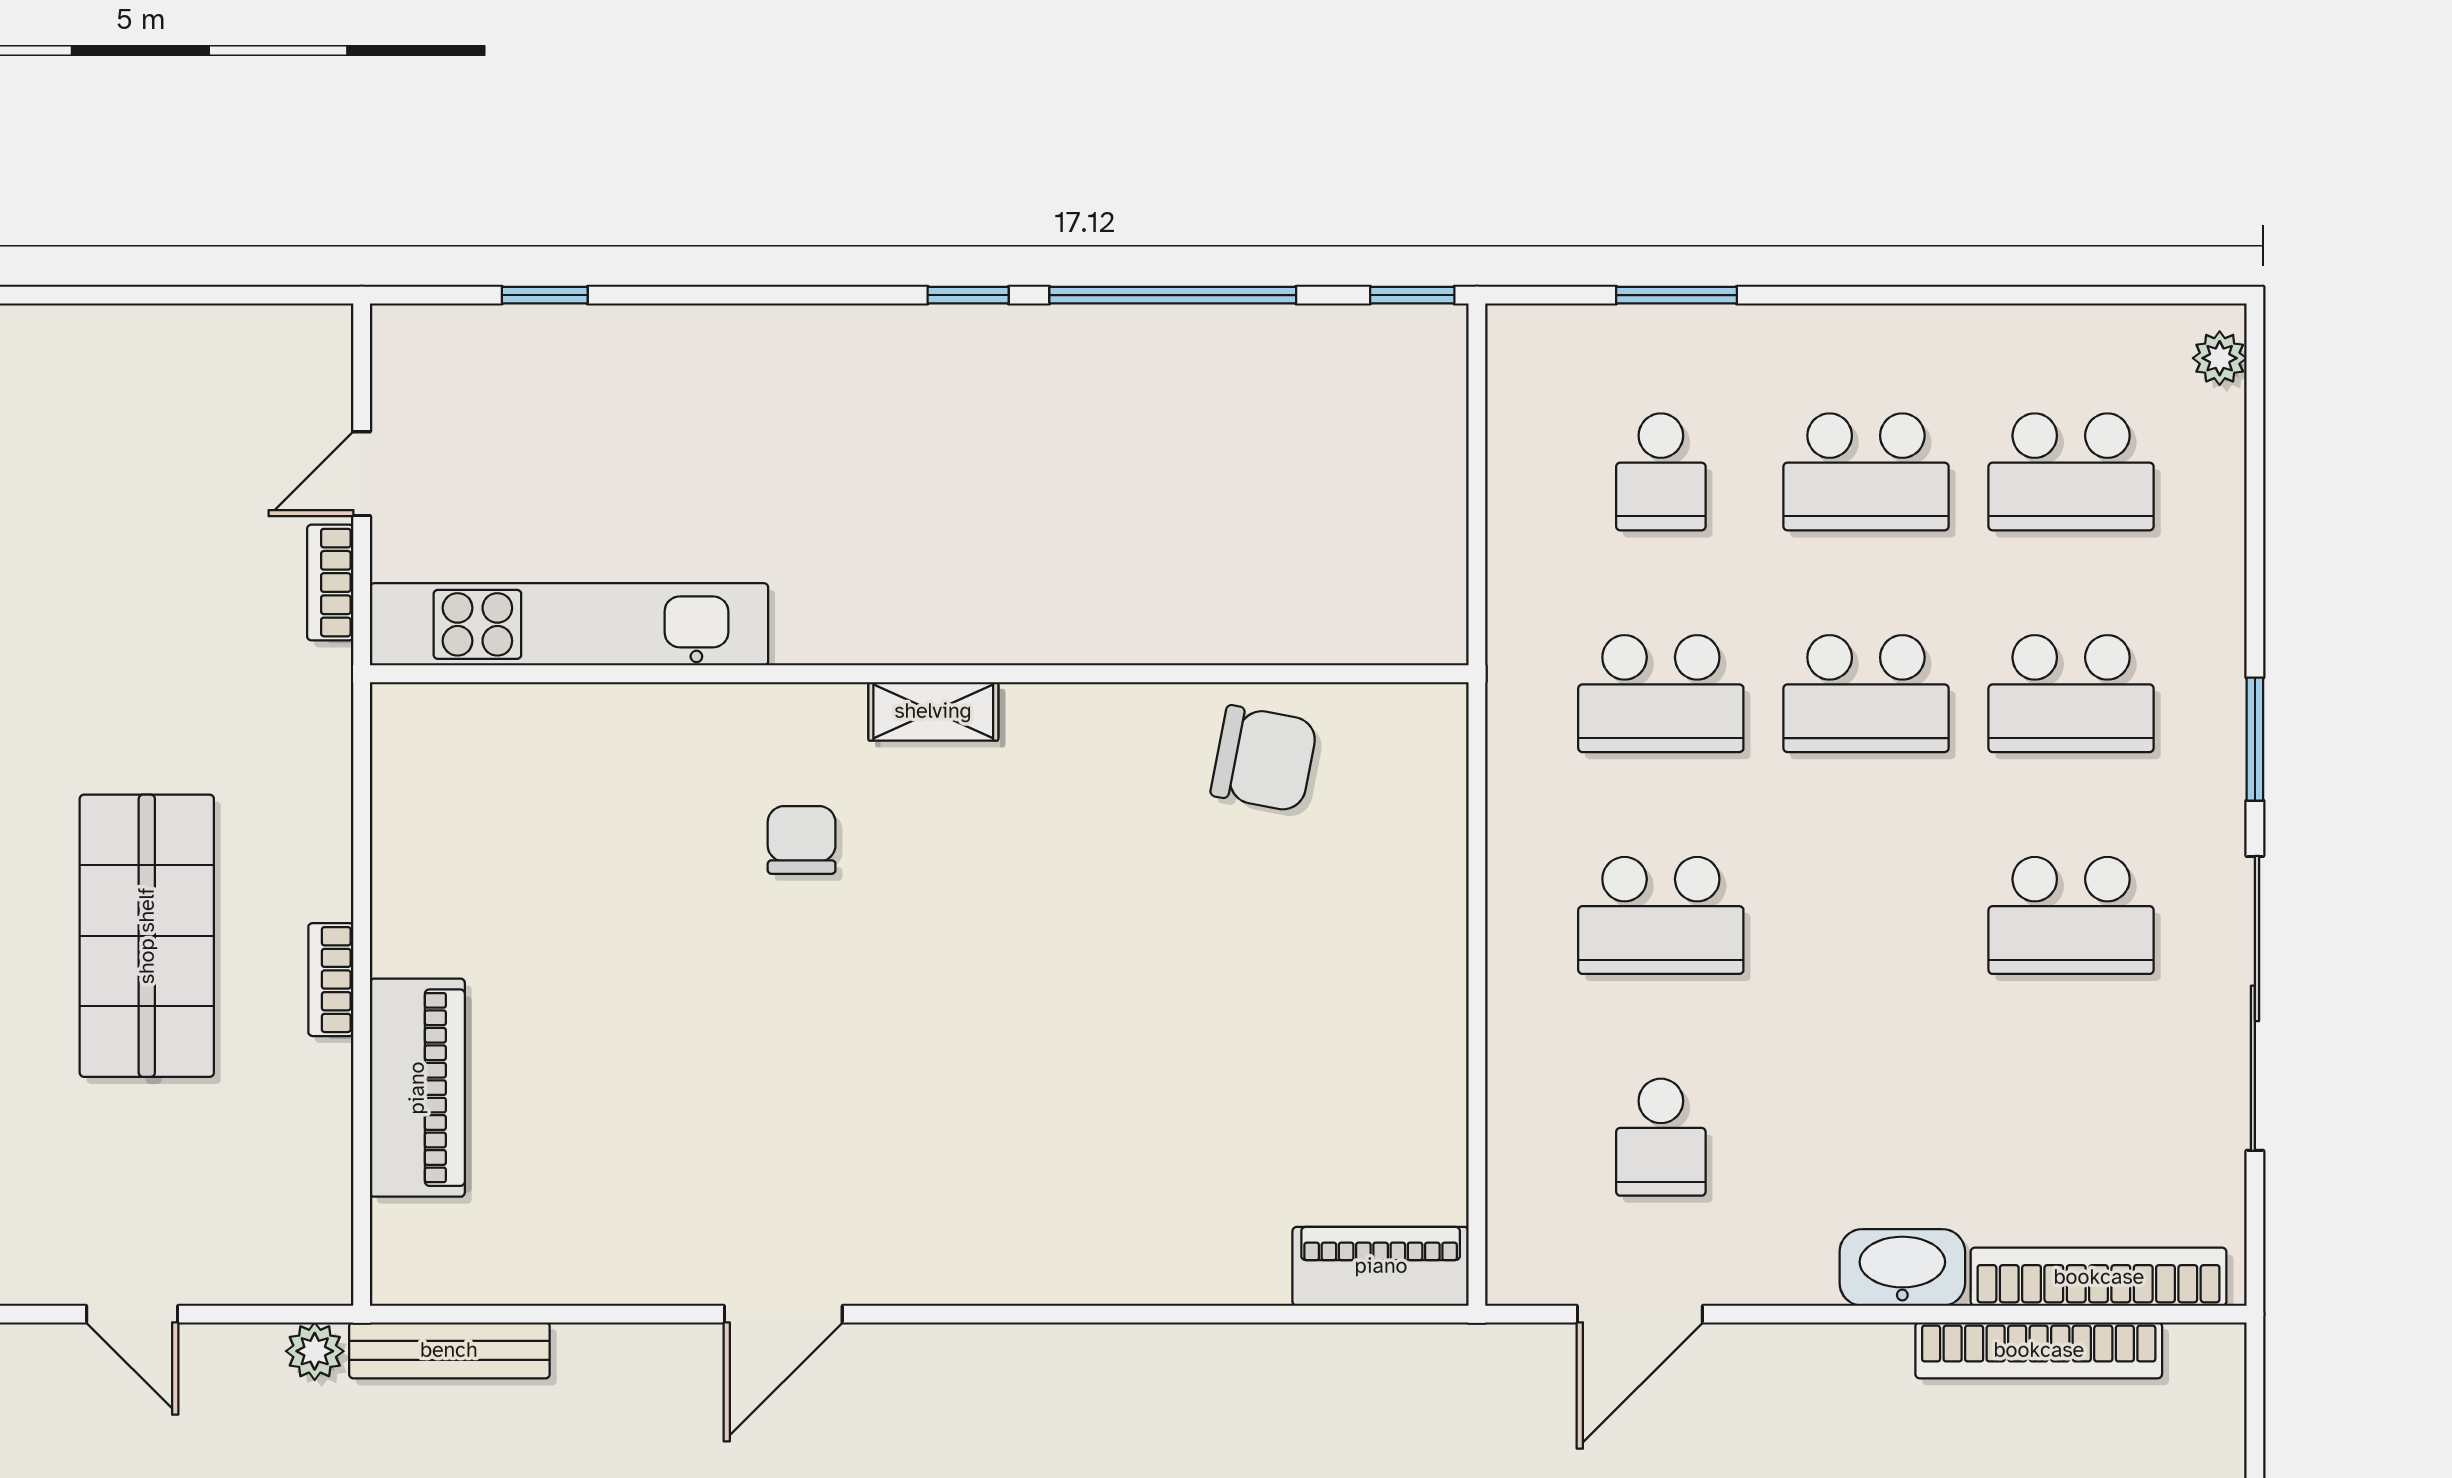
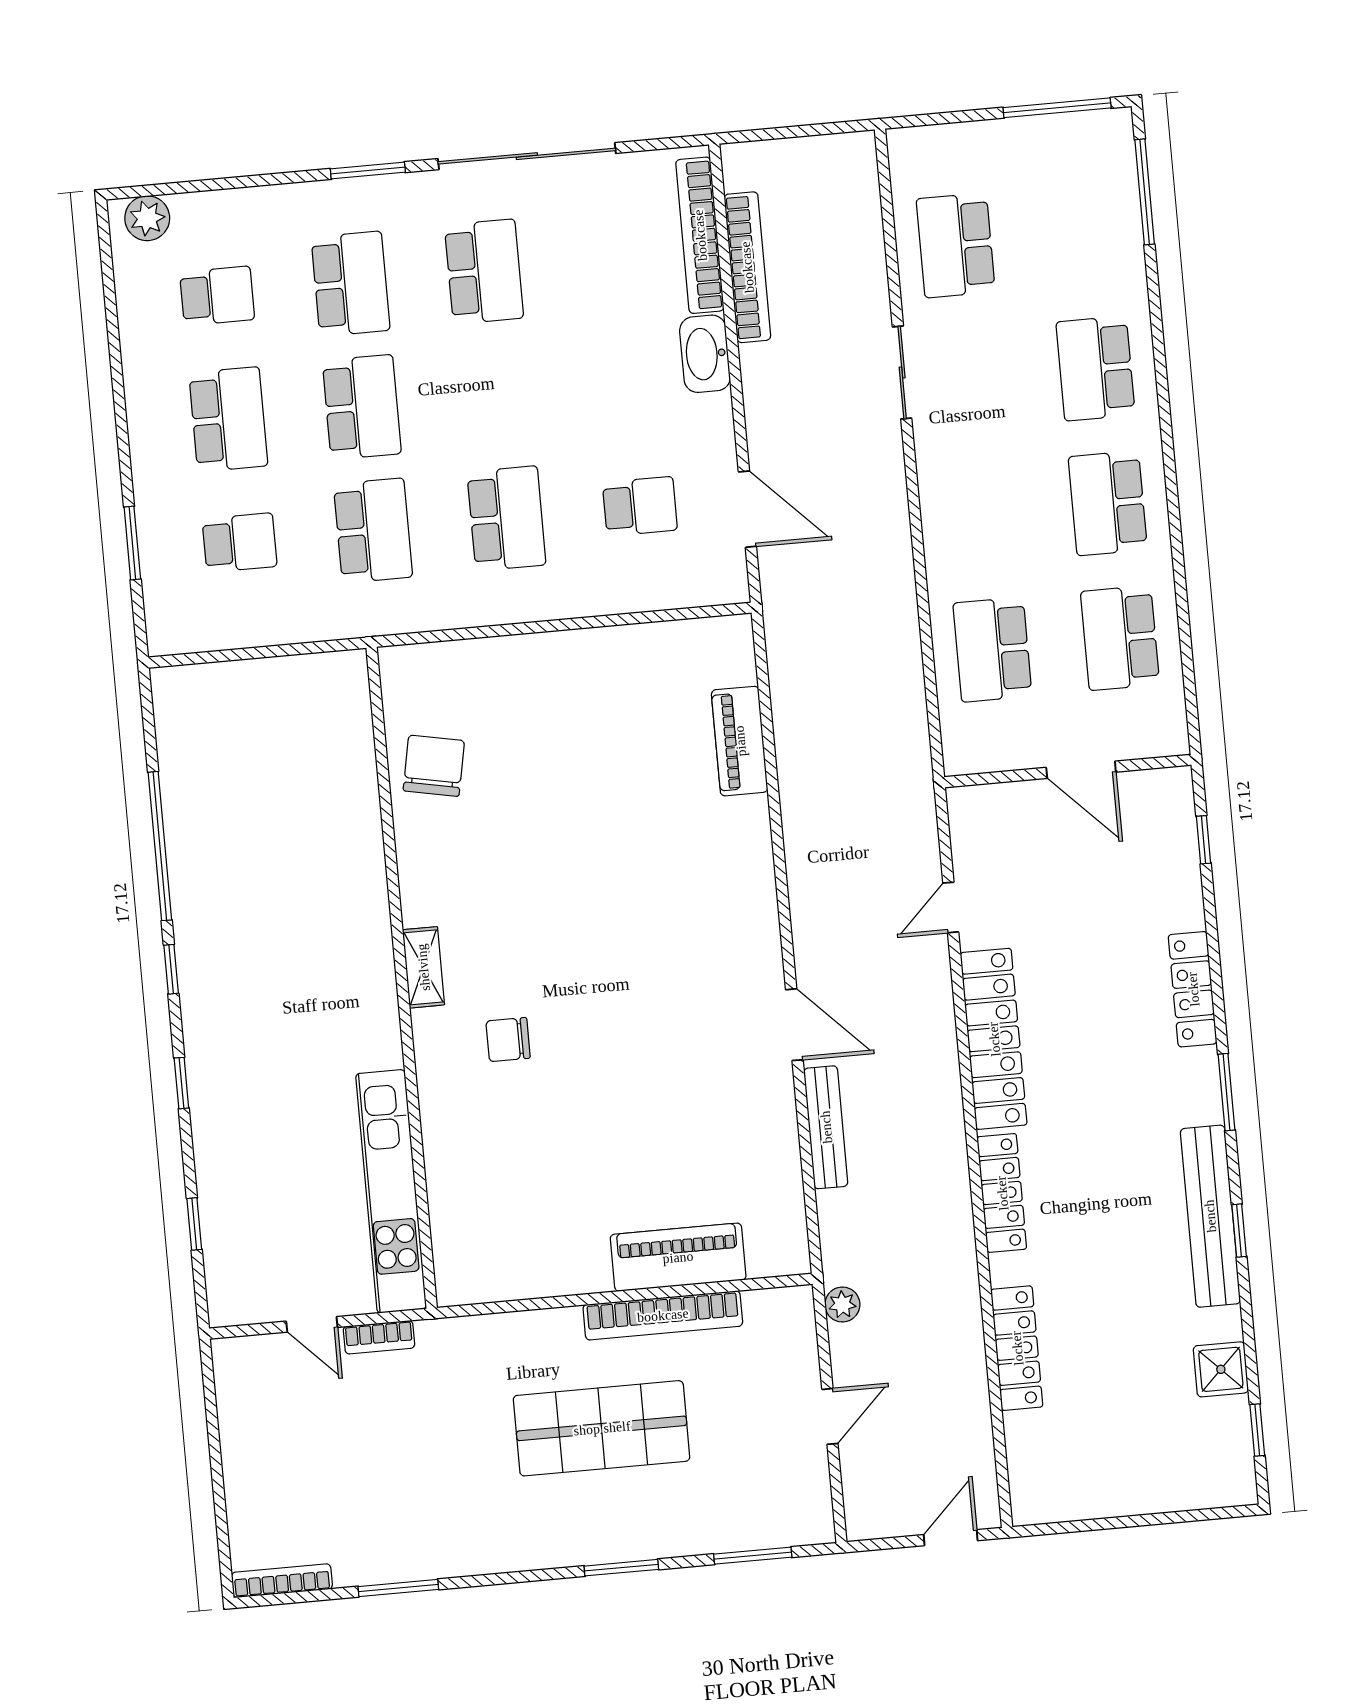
window: (1412, 295) -> (181, 1083), moved
plant: (2220, 358) -> (147, 218), width x1.38, depth x1.38
school desk: (2071, 472) -> (217, 296), width x0.54
bookcase: (331, 980) -> (663, 1315), width x2.31, depth x1.31
piano: (1381, 1266) -> (740, 741), moved
bench: (449, 1350) -> (826, 1127), moved

